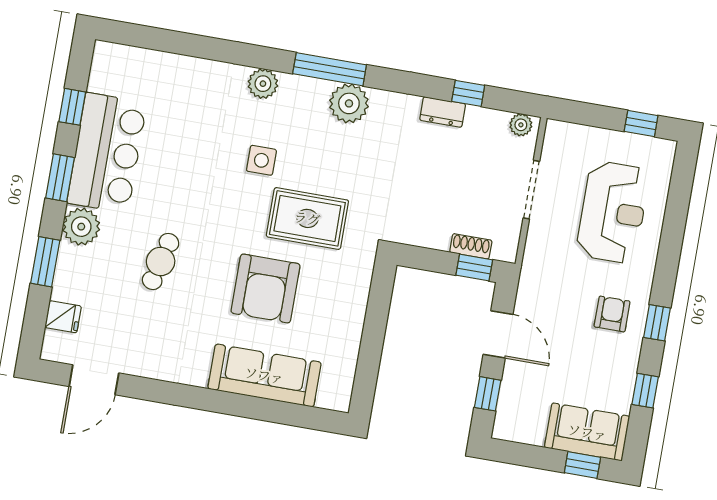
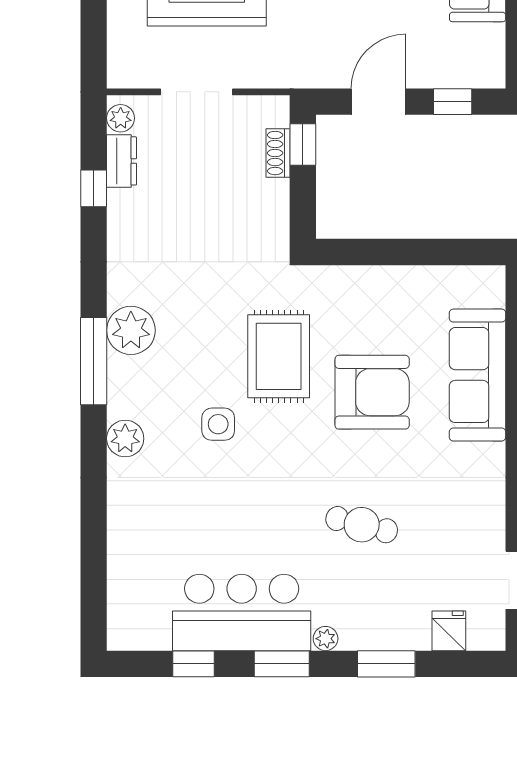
dresser: (443, 112) -> (122, 161), moved
plant: (81, 227) -> (326, 639), width x0.53, depth x0.53

